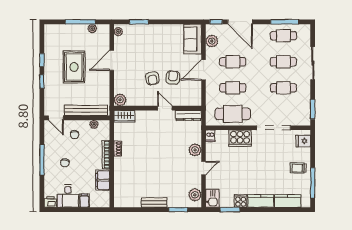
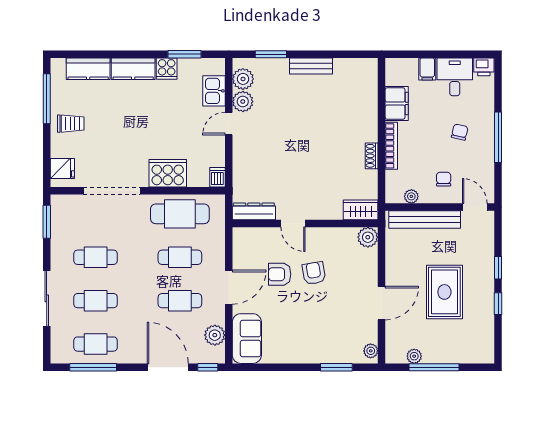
armchair: (173, 78) -> (280, 274), turned 86
plant: (195, 150) -> (243, 102), moved
kitchen sink: (212, 198) -> (214, 91), moved

